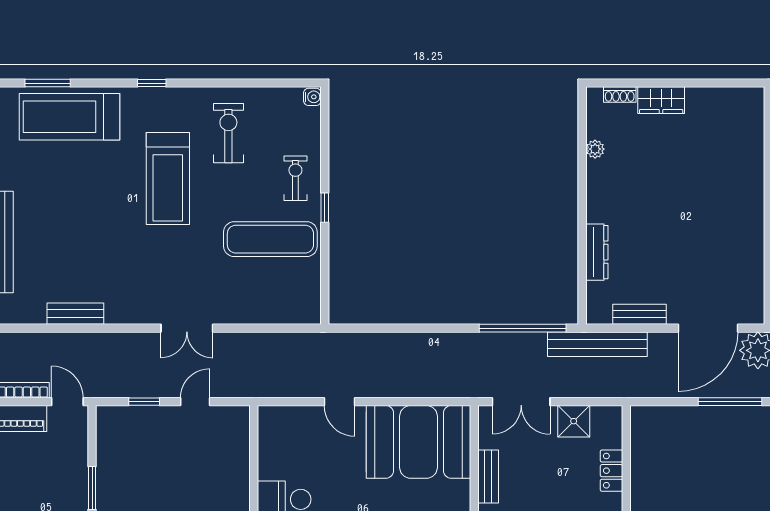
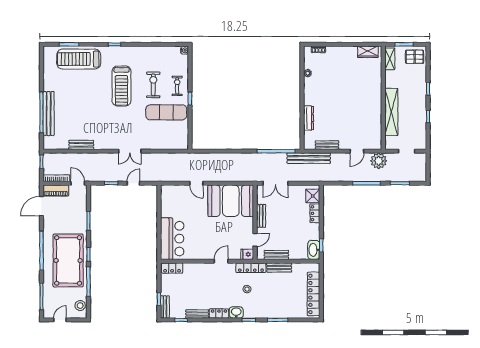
wardrobe: (661, 100) -> (368, 52), moved
exercise bike: (228, 133) -> (153, 85), moved
door: (708, 328) -> (357, 151), width x0.53
shower: (574, 421) -> (313, 196), moved

